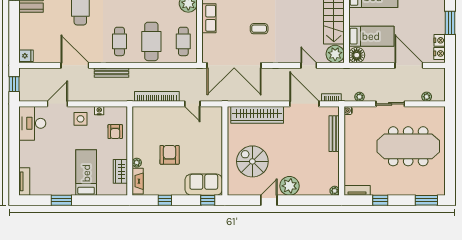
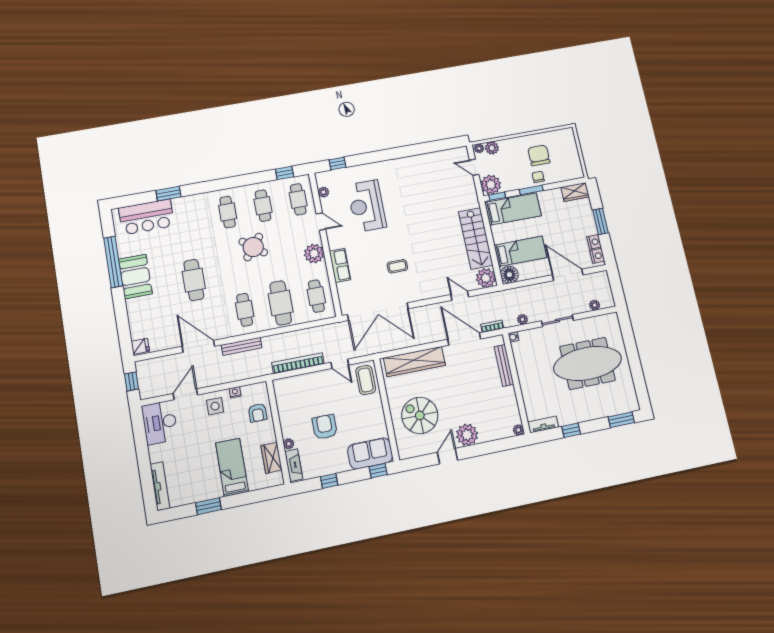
coffee table: (212, 122) -> (366, 380), added
tv unit: (24, 181) -> (160, 486), width x1.41

